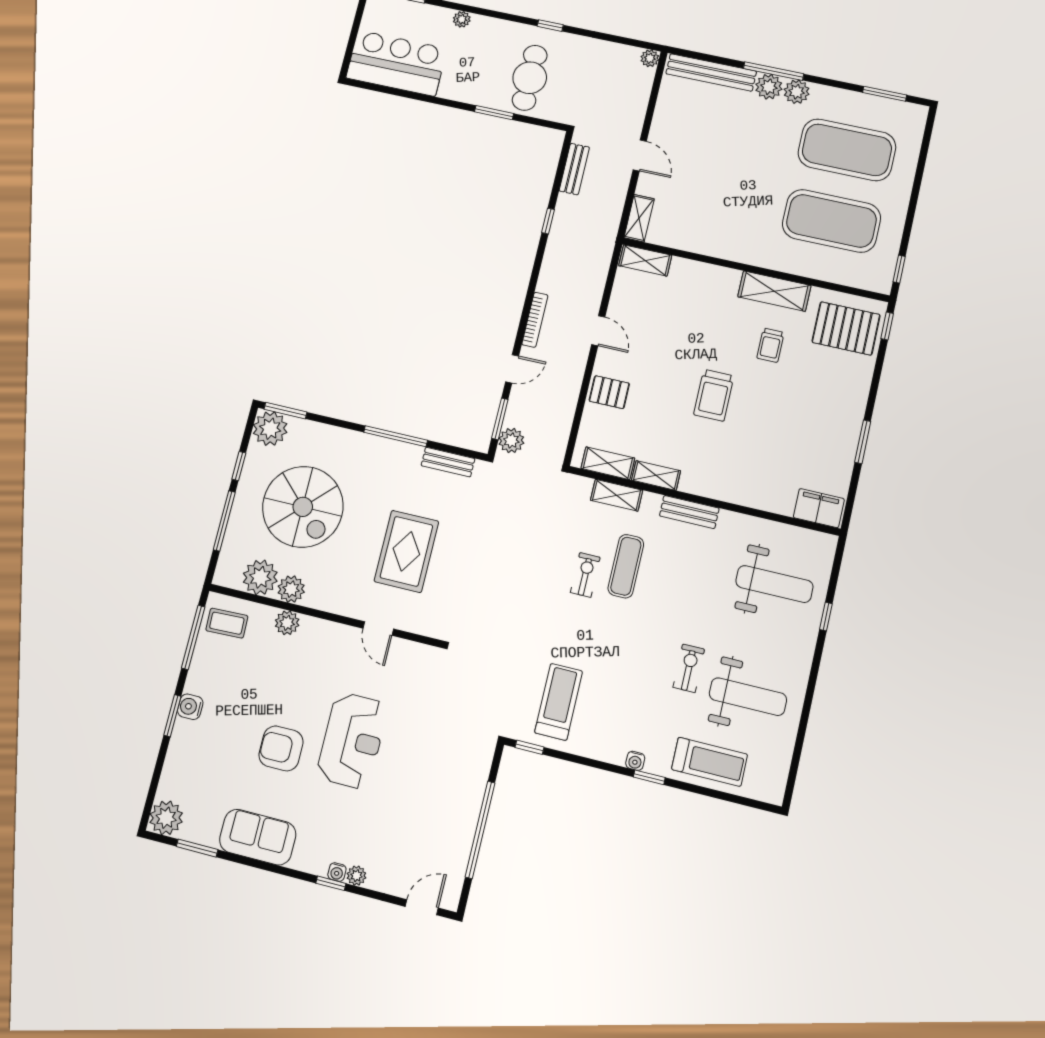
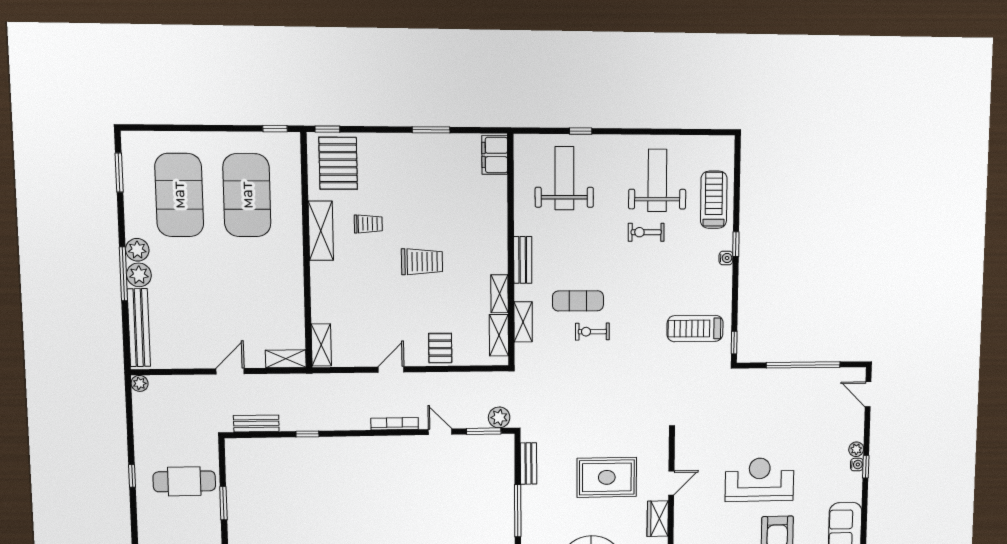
wardrobe: (340, 602) -> (658, 519), added

